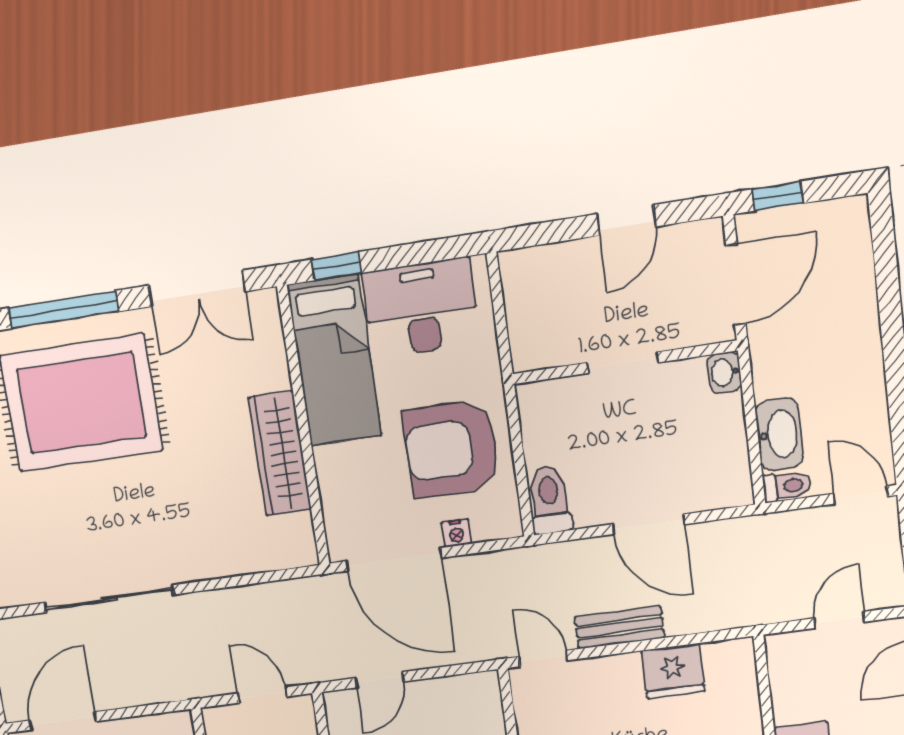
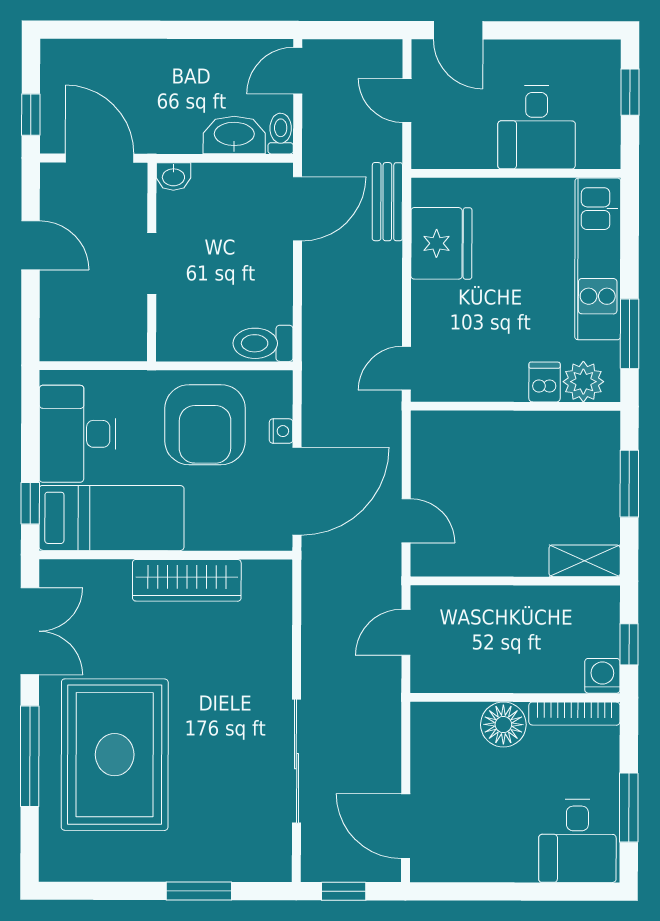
door: (649, 524) -> (297, 209), moved
bench: (619, 627) -> (387, 202), moved
fridge: (673, 671) -> (441, 243), width x1.36, depth x1.34

